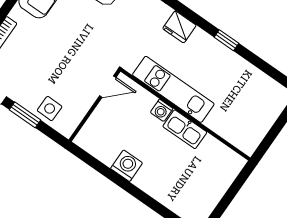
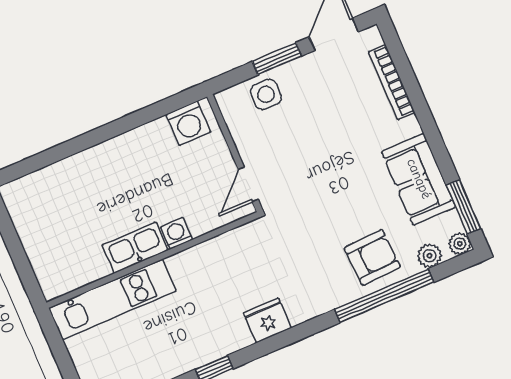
kitchen unit: (173, 89) -> (112, 299), moved
washing machine: (127, 166) -> (188, 123), moved

